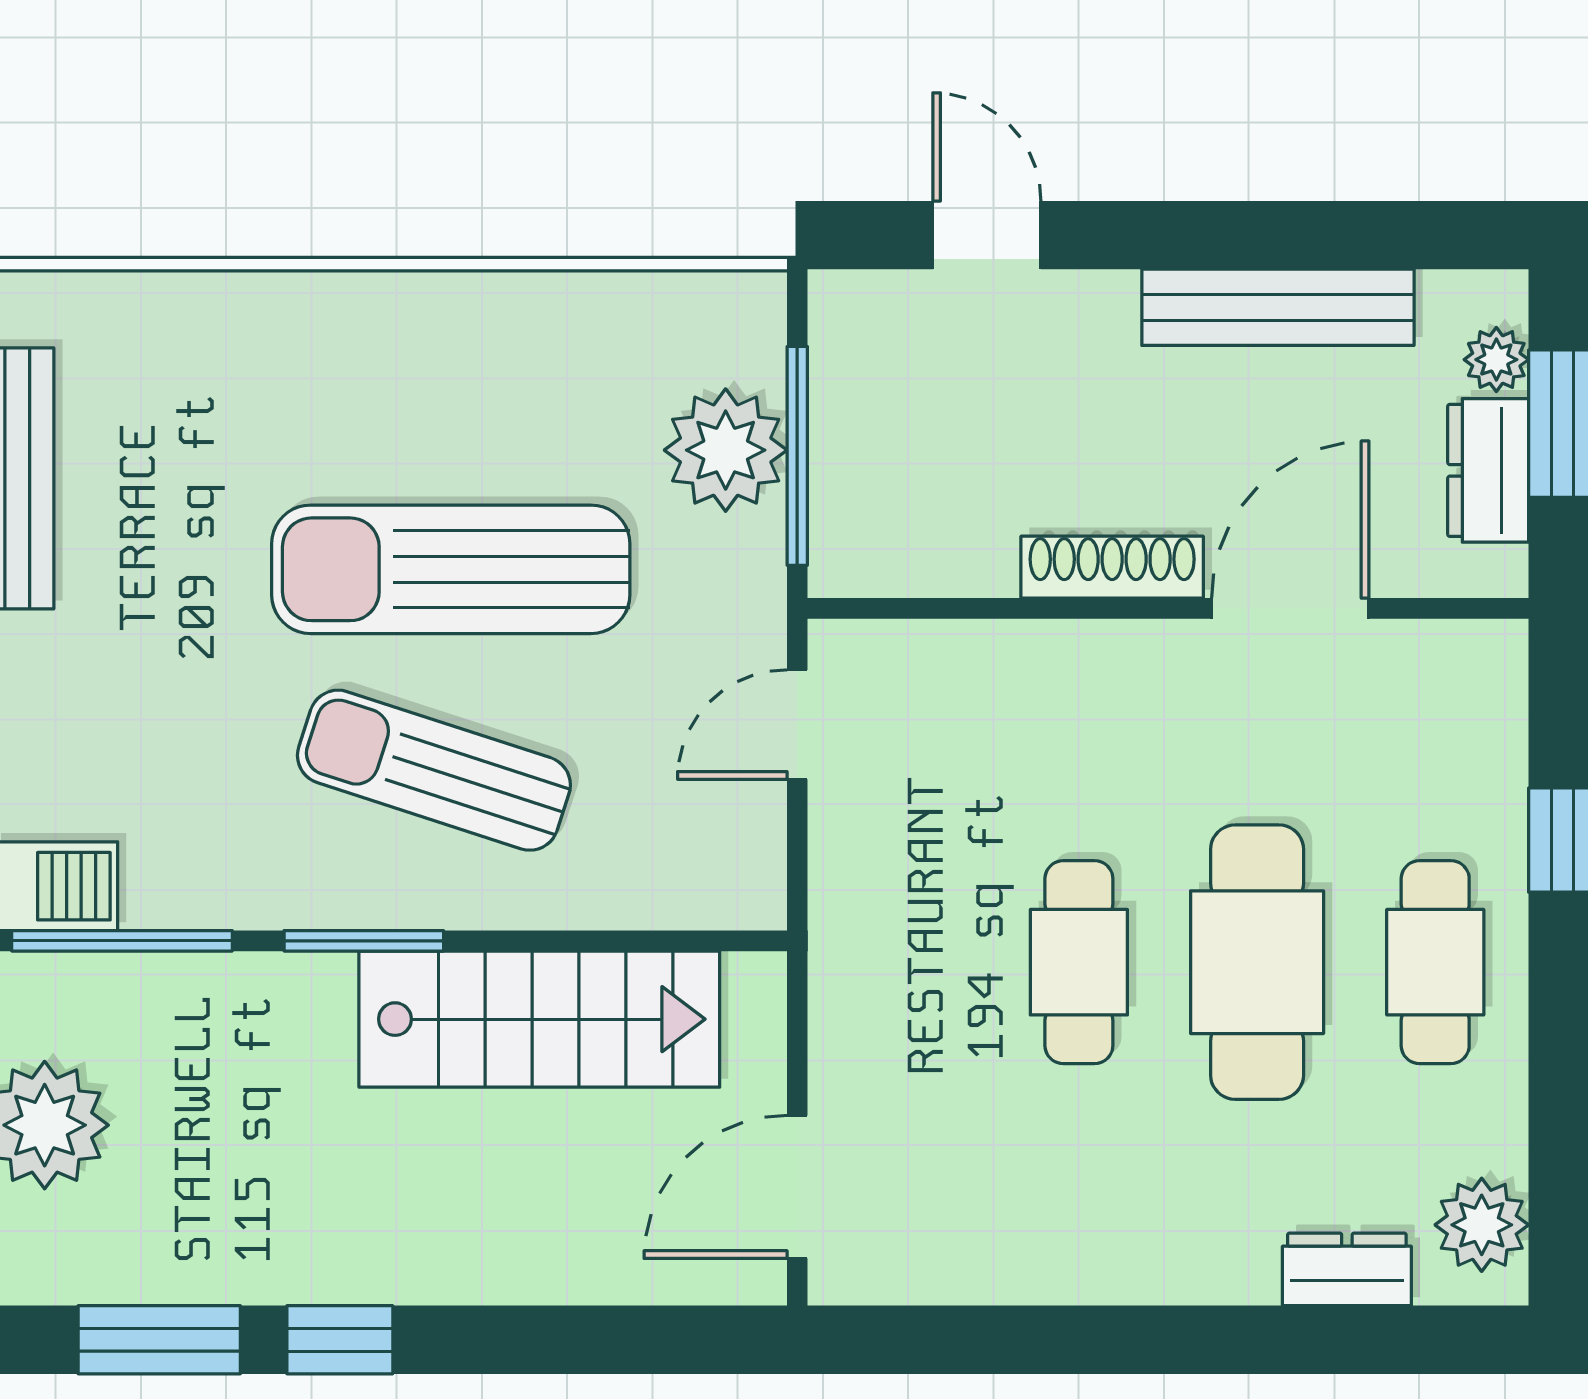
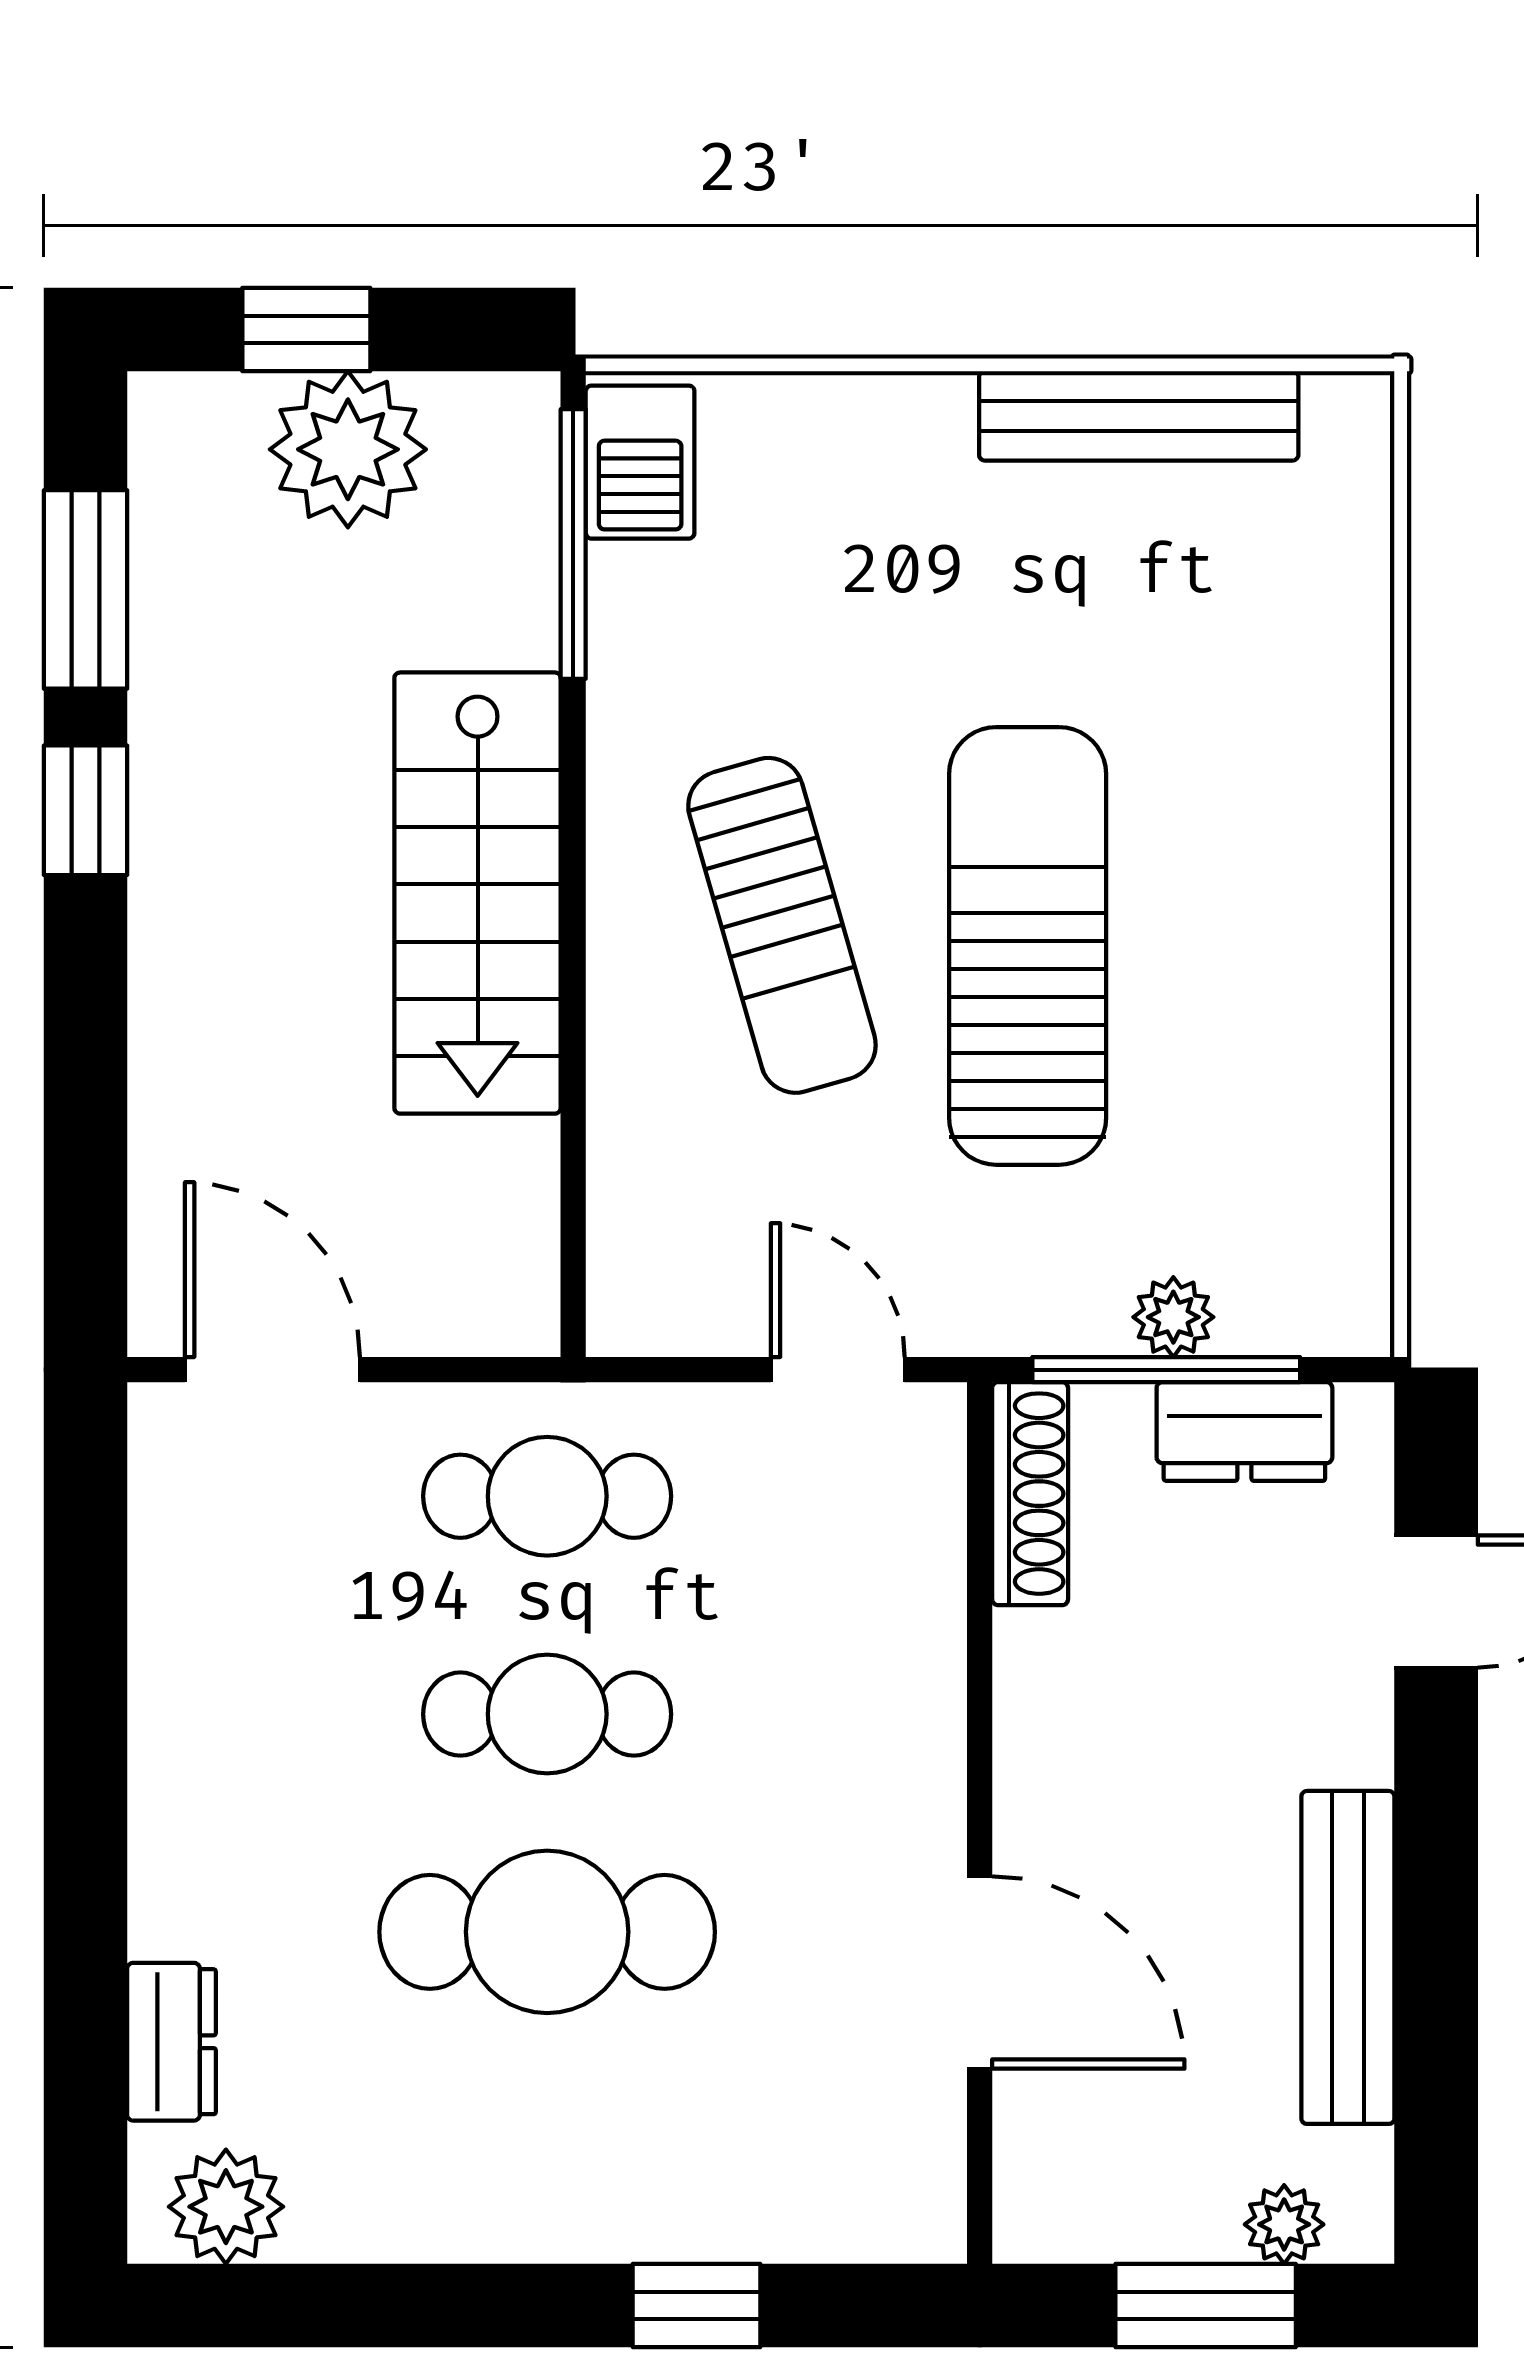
plant: (726, 450) -> (1173, 1317), width x0.53, depth x0.53
dresser: (1488, 470) -> (1244, 1432), moved, turned 180
shoe rack: (1112, 567) -> (1030, 1494), moved
sun lounger: (434, 770) -> (782, 925), turned 146
window: (364, 941) -> (573, 840), removed
cafe table: (1435, 962) -> (547, 1496), moved
stairs: (539, 1019) -> (478, 893), moved

